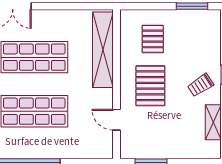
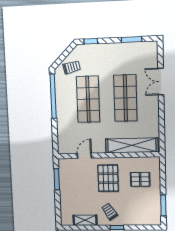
pallet: (150, 86) -> (108, 178), turned 90

